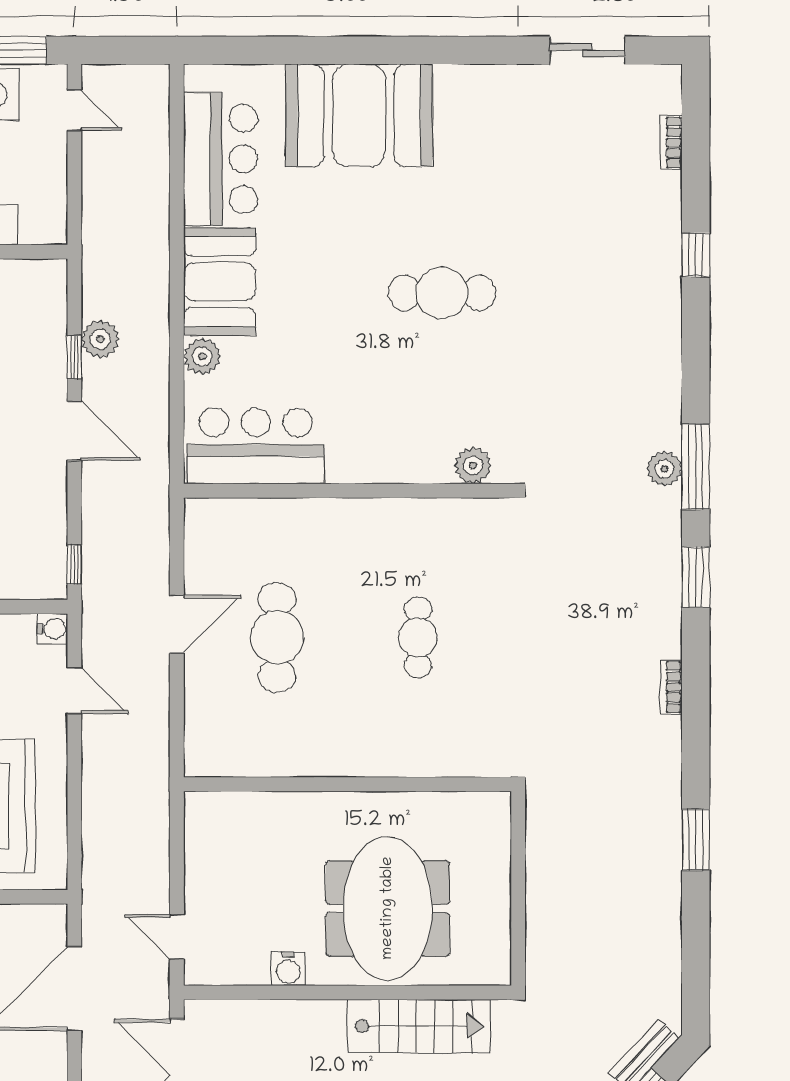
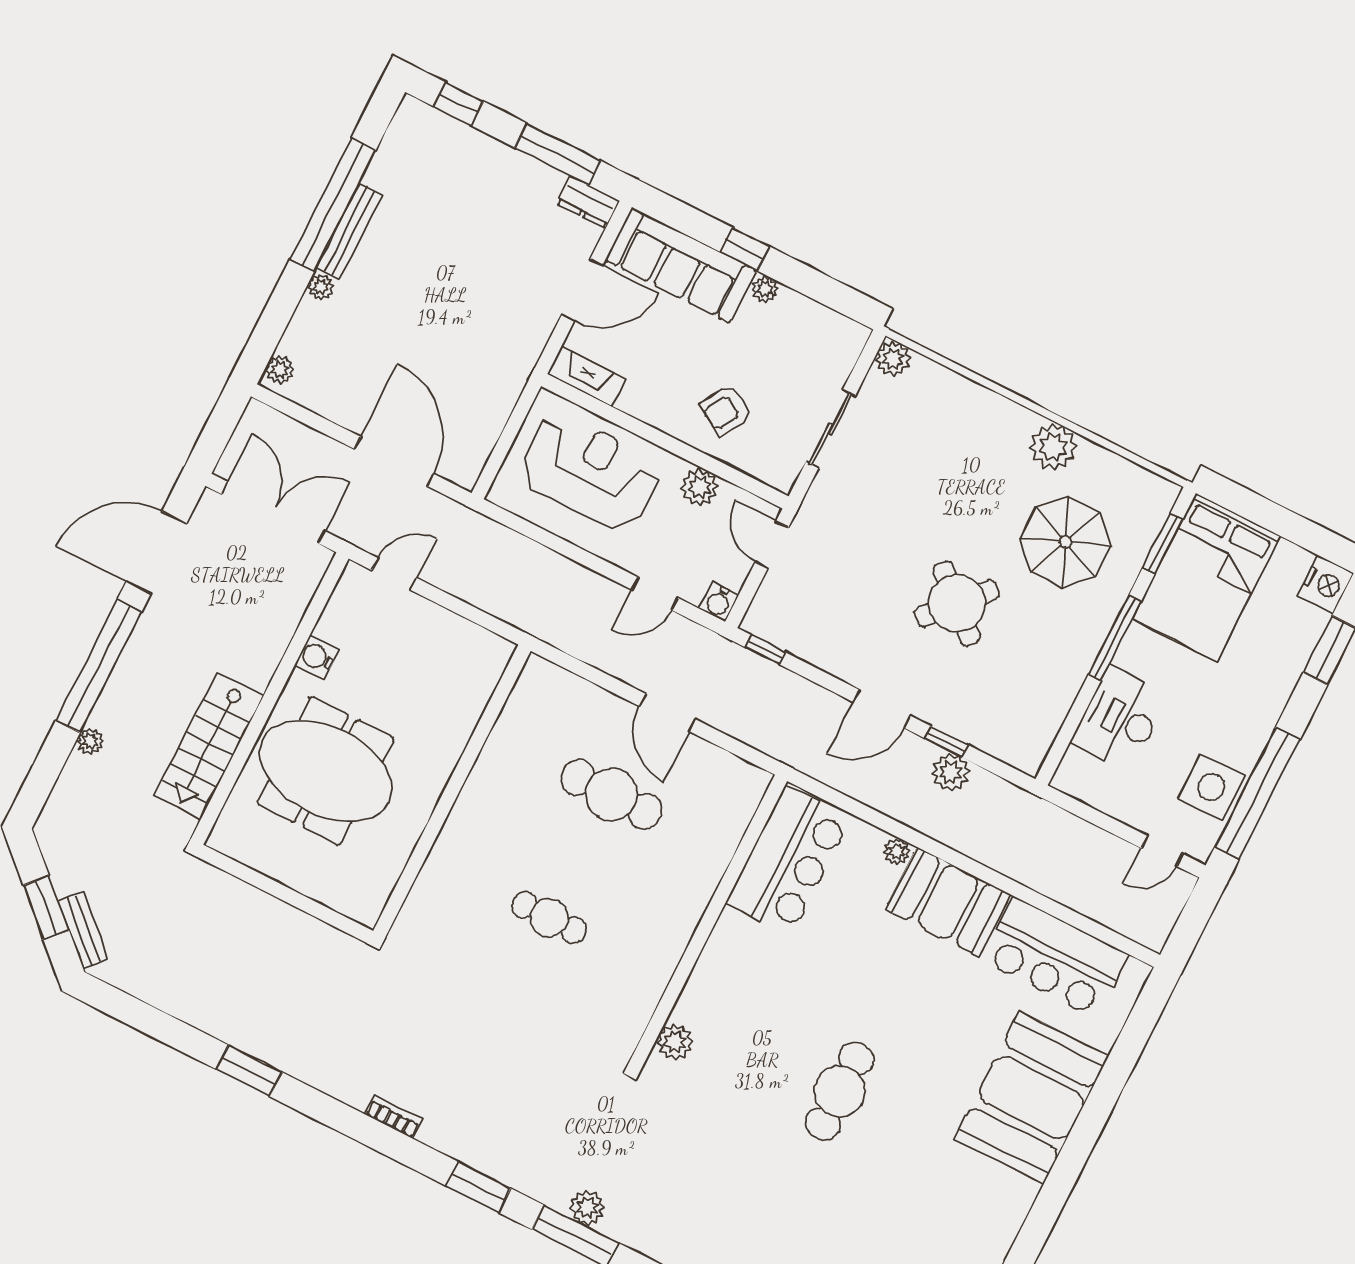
plant: (202, 357) -> (897, 851), width x0.73, depth x0.73

